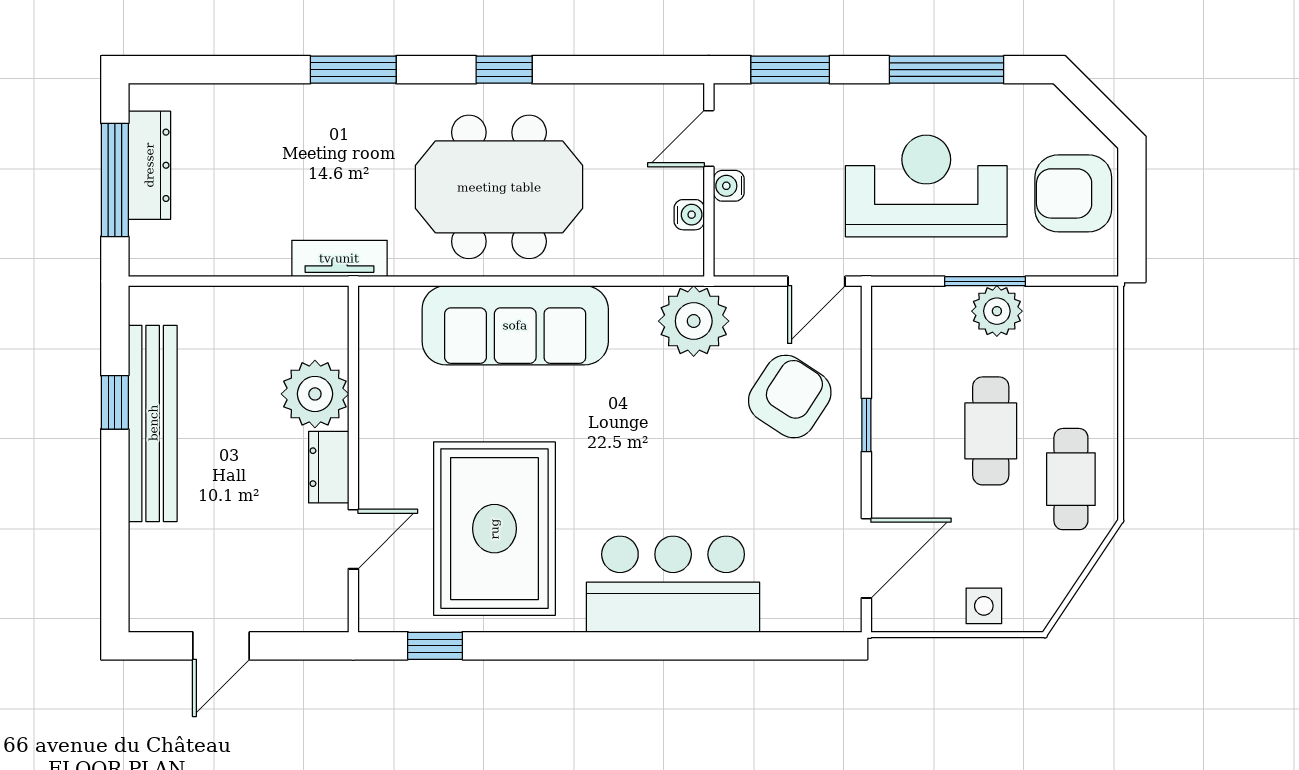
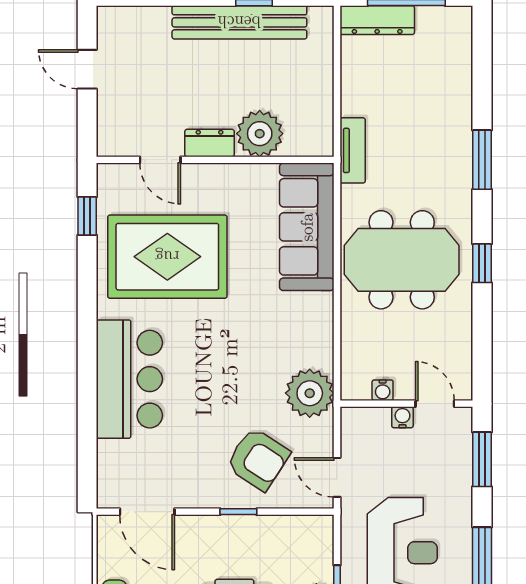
dresser: (149, 165) -> (377, 20), moved
meeting table: (499, 187) -> (402, 260), turned 90
sofa: (515, 325) -> (307, 227), moved

